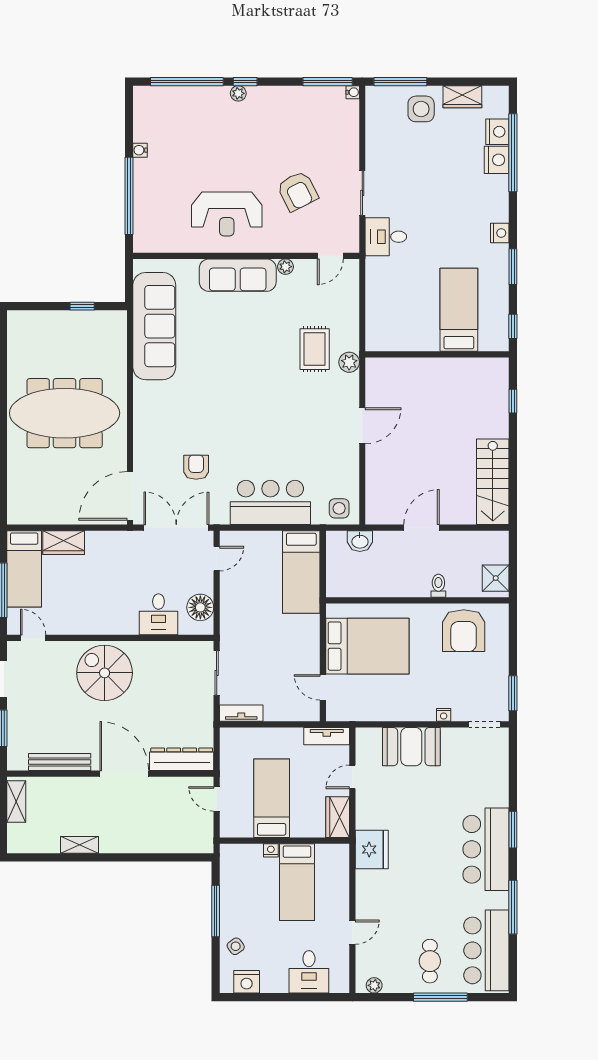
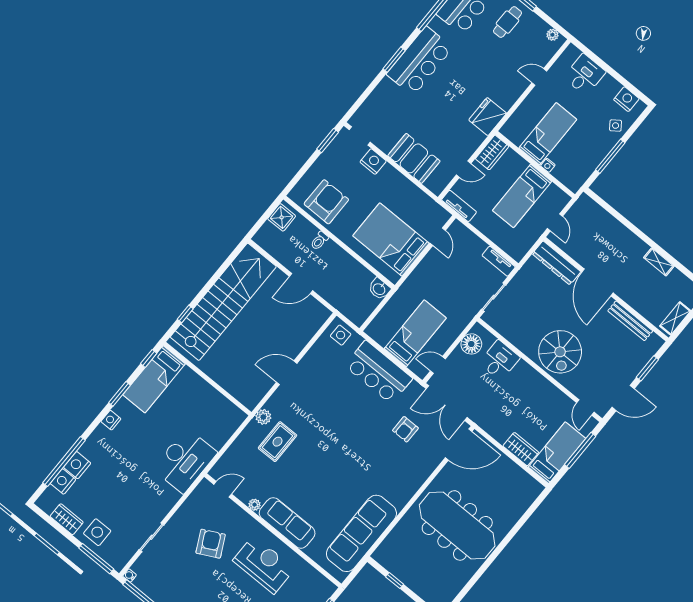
sliding door: (362, 193) -> (151, 537), moved
desk: (386, 237) -> (185, 461), width x1.87, depth x1.30
bed: (459, 310) -> (154, 379), moved
stairs: (493, 482) -> (223, 302), width x1.86, depth x1.51
washbasin: (360, 541) -> (379, 289), moved, turned 180
bed: (301, 572) -> (415, 333), moved
nightstand: (444, 715) -> (373, 162), width x1.89, depth x1.79

